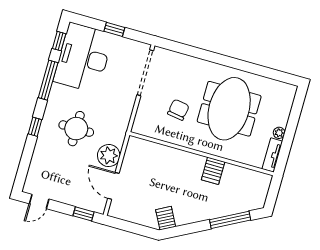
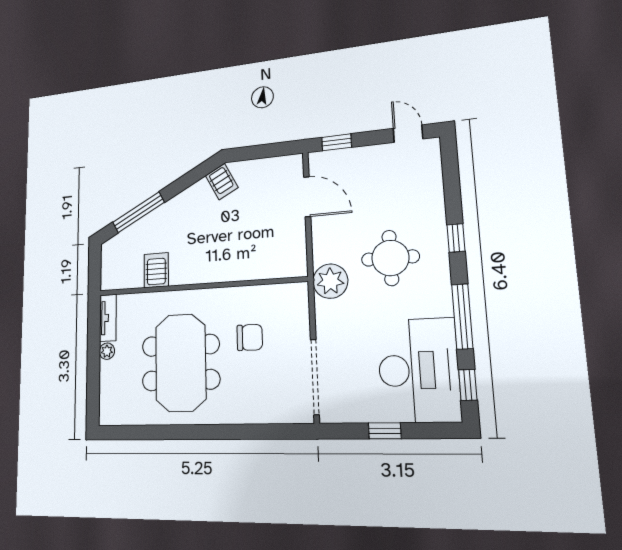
chair: (178, 110) -> (250, 337), turned -99
plant: (109, 156) -> (330, 281), moved
server rack: (213, 171) -> (156, 270), moved
door: (39, 201) -> (408, 134), hinge flipped

